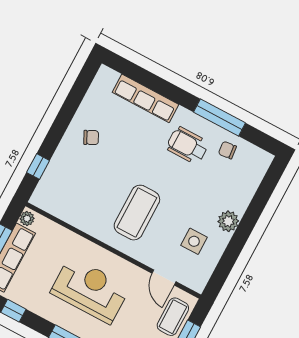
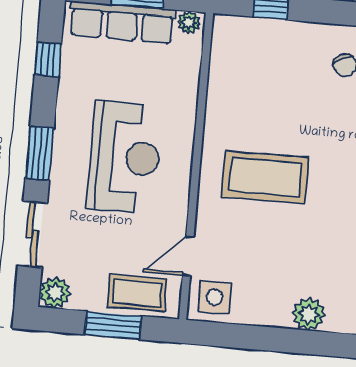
side table: (194, 241) -> (215, 297), moved

